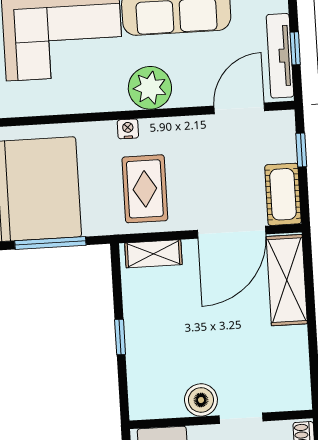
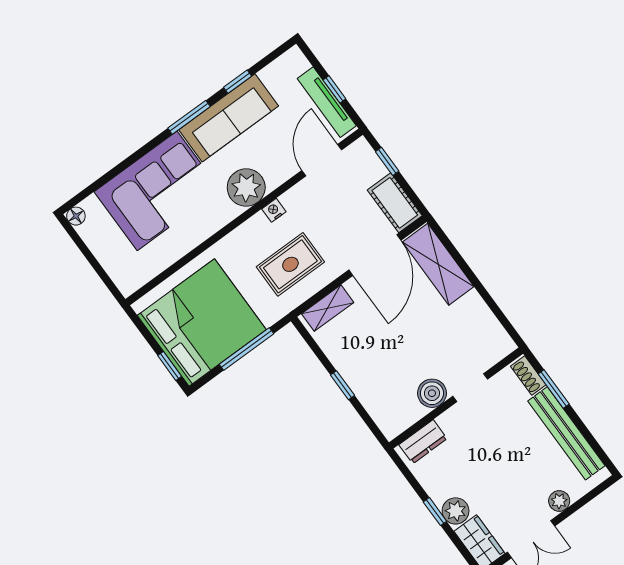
nightstand: (128, 129) -> (274, 210), moved
rug: (145, 189) -> (290, 264), turned 90

